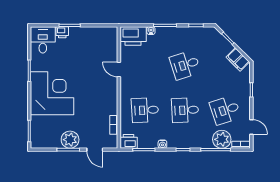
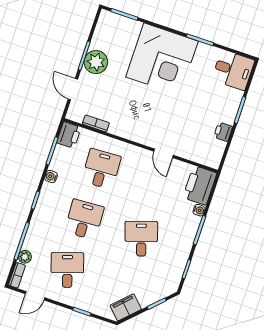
printer: (62, 32) -> (223, 132), moved
door: (119, 69) -> (164, 153), swing flipped
plant: (222, 139) -> (25, 257), width x0.53, depth x0.53
door: (95, 150) -> (73, 89), hinge flipped

